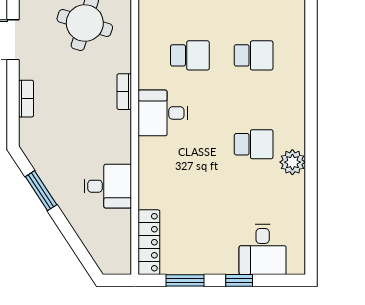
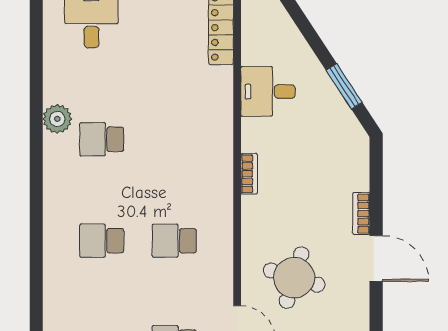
bookcase: (124, 92) -> (249, 174), moved
bookcase: (26, 99) -> (361, 214), moved
desk: (163, 113) -> (205, 175), removed

